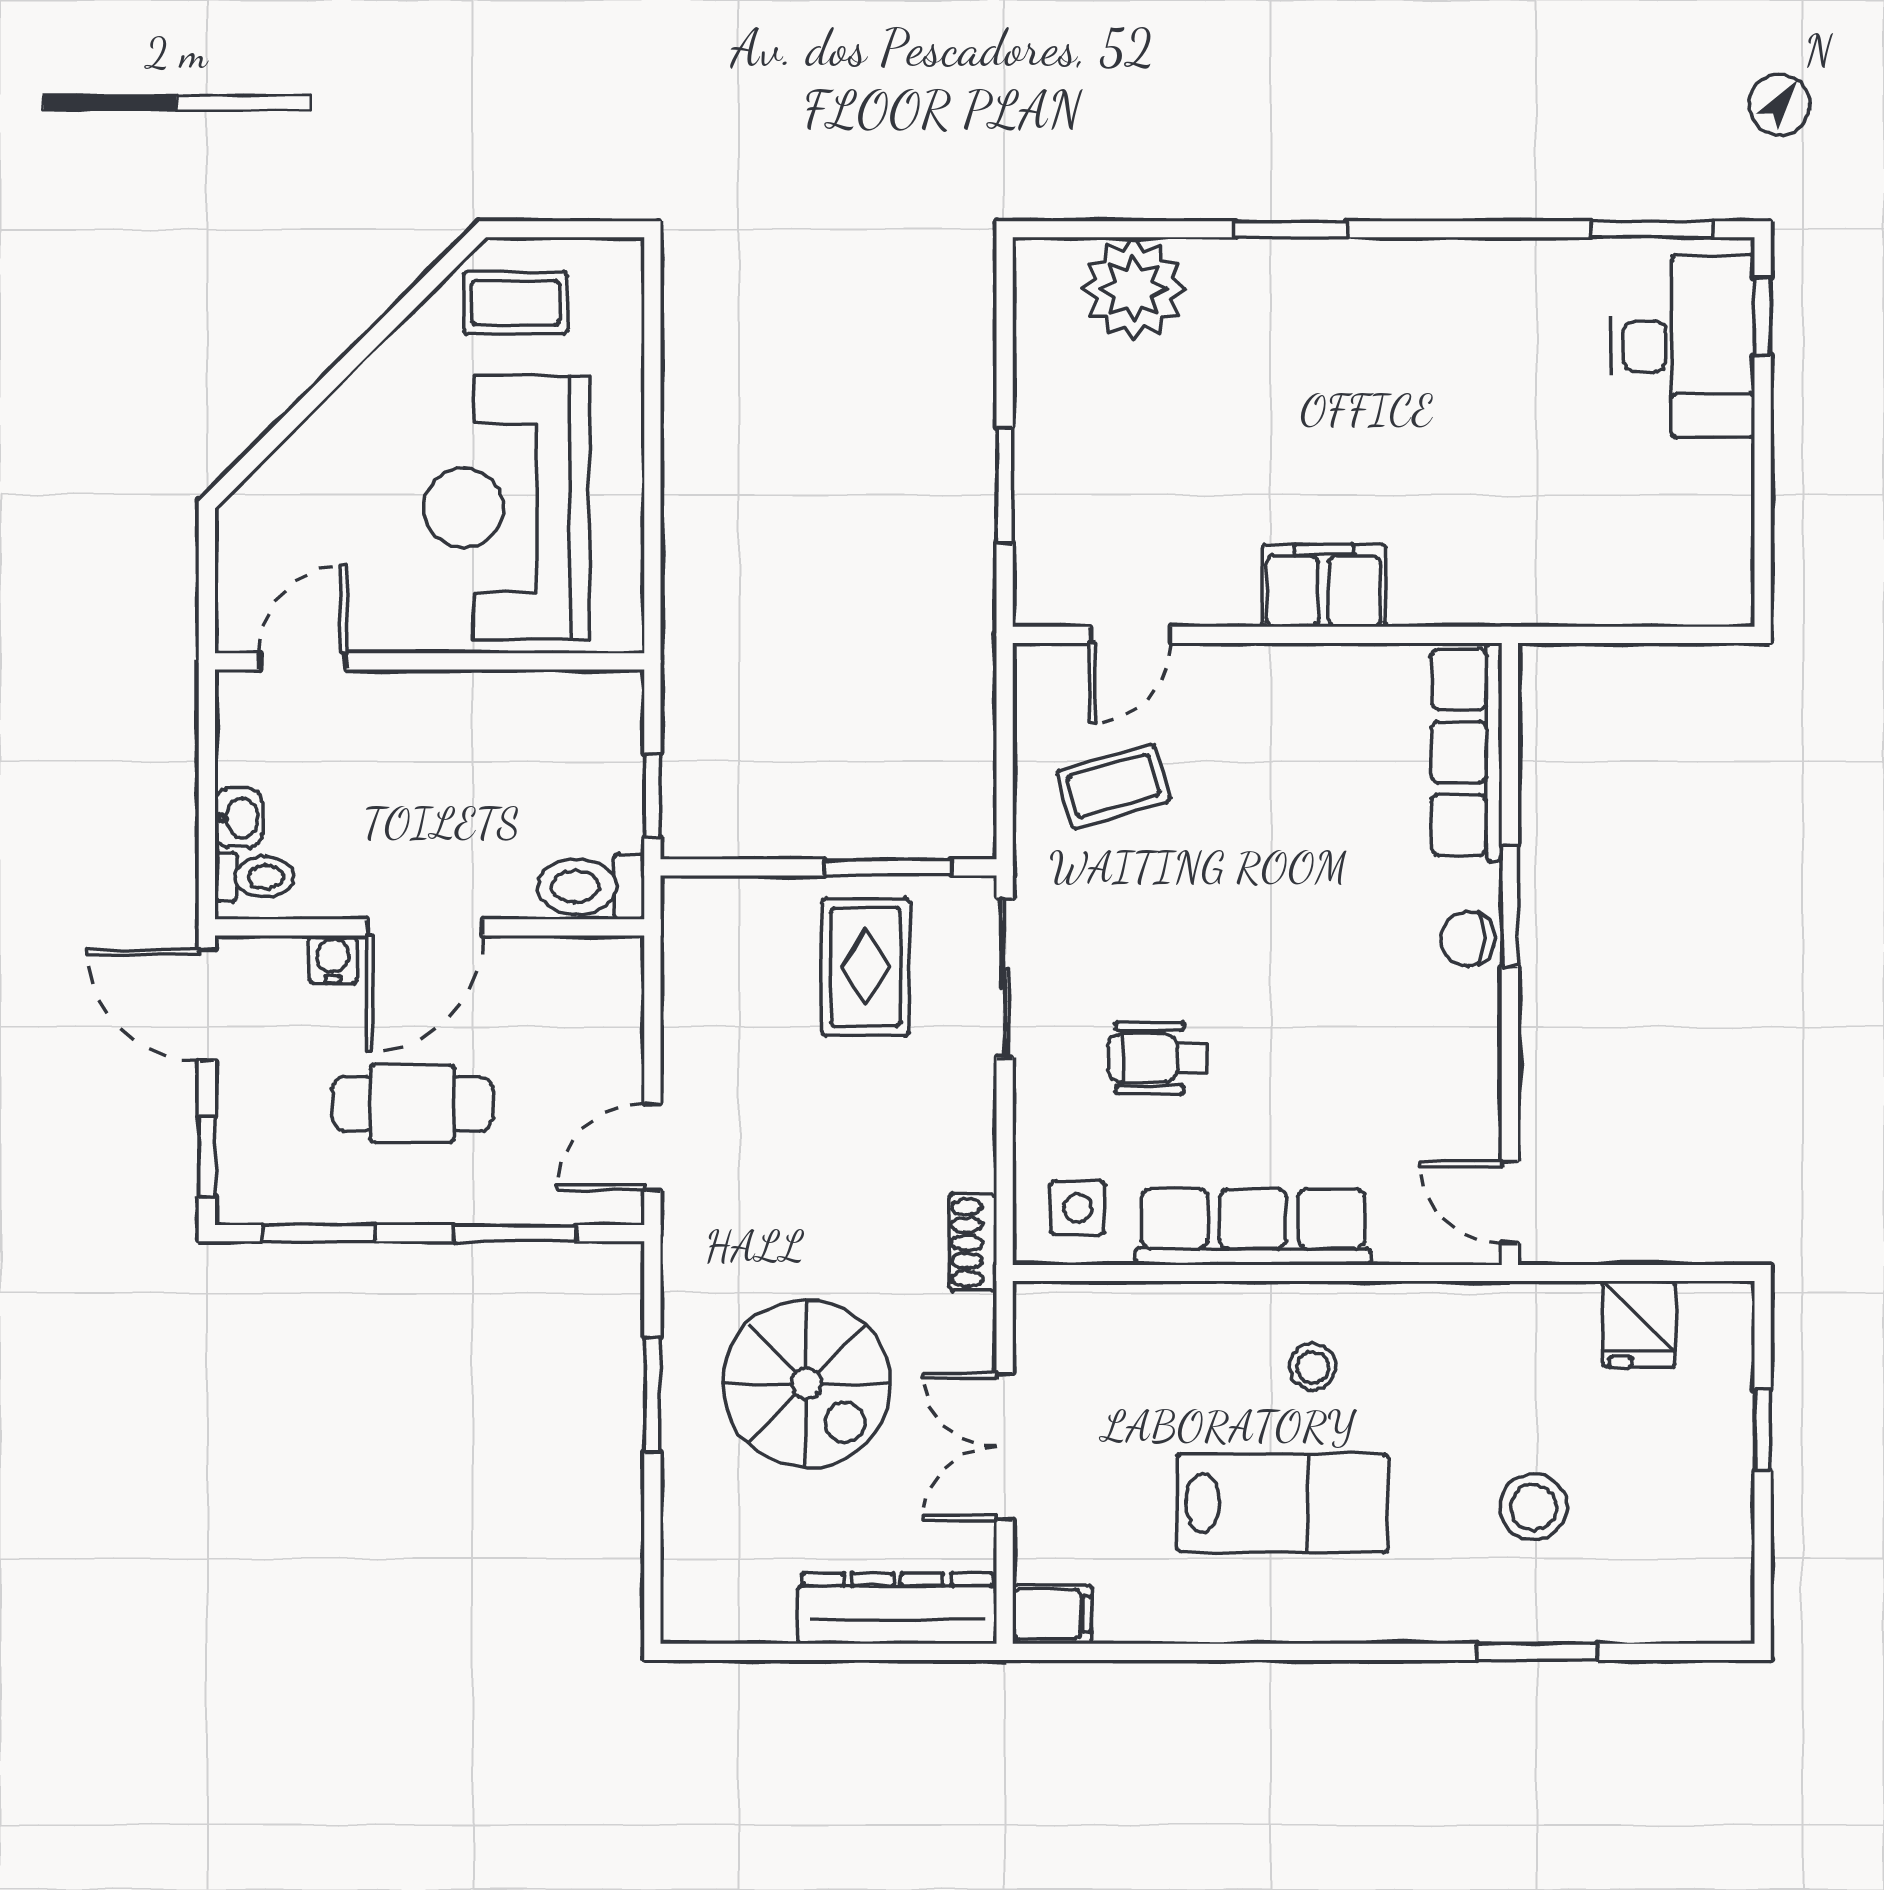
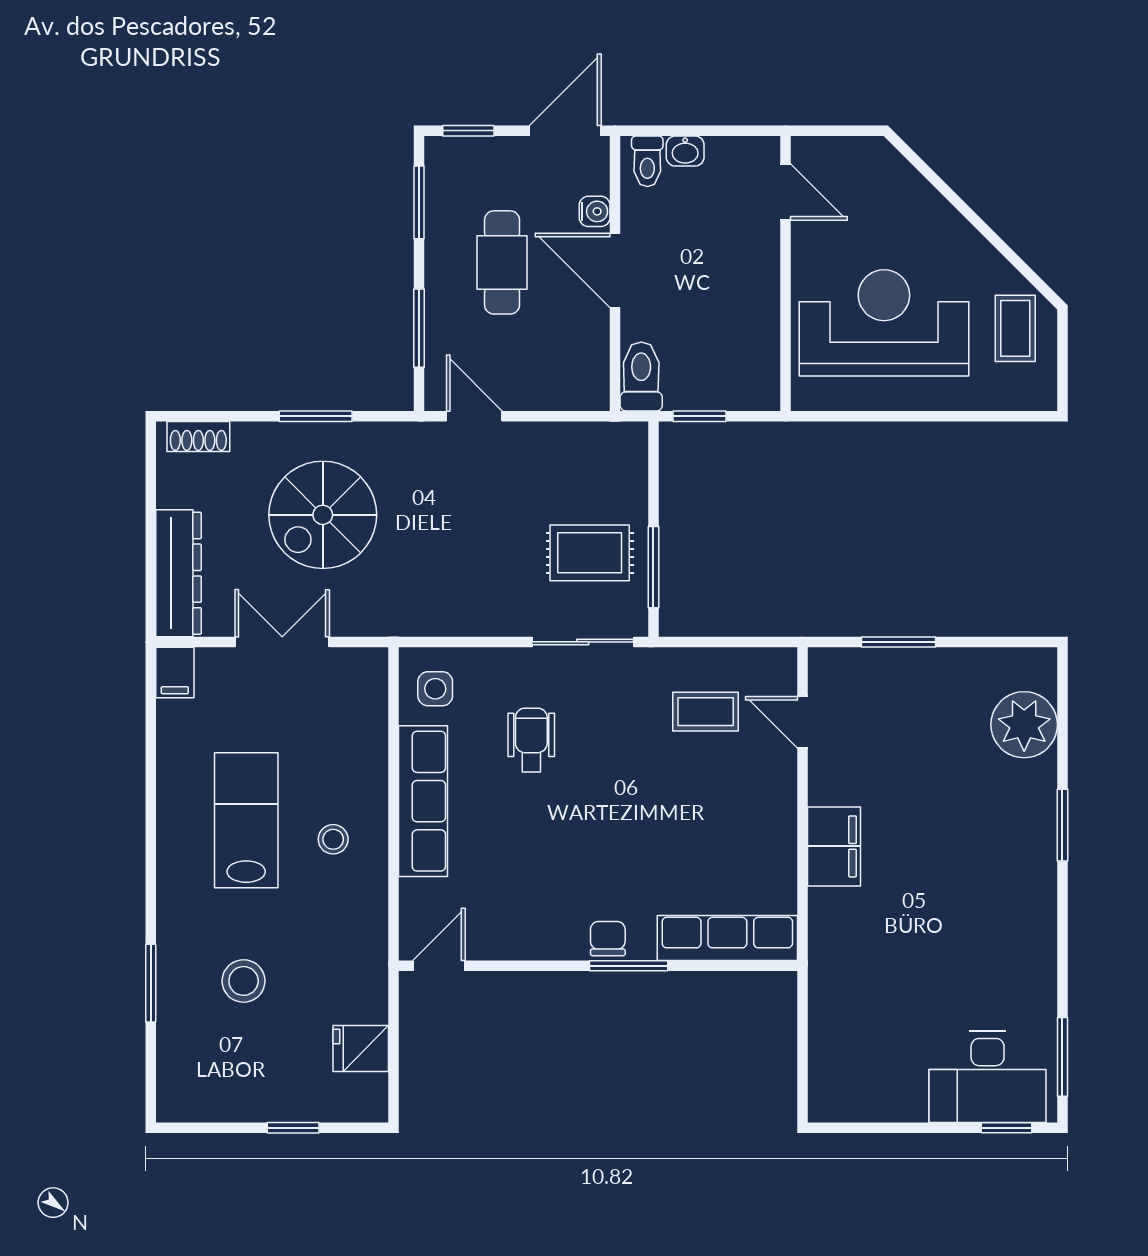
coffee table: (1113, 786) -> (706, 712), turned -74
shoe rack: (973, 1243) -> (198, 436), moved, turned 180
lab bench: (1283, 1503) -> (246, 820), turned 180

